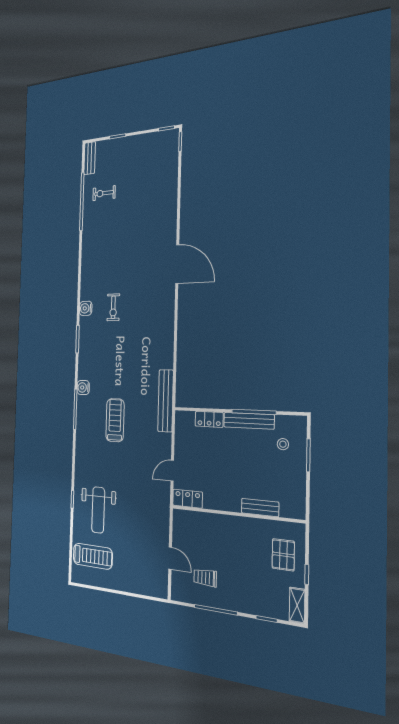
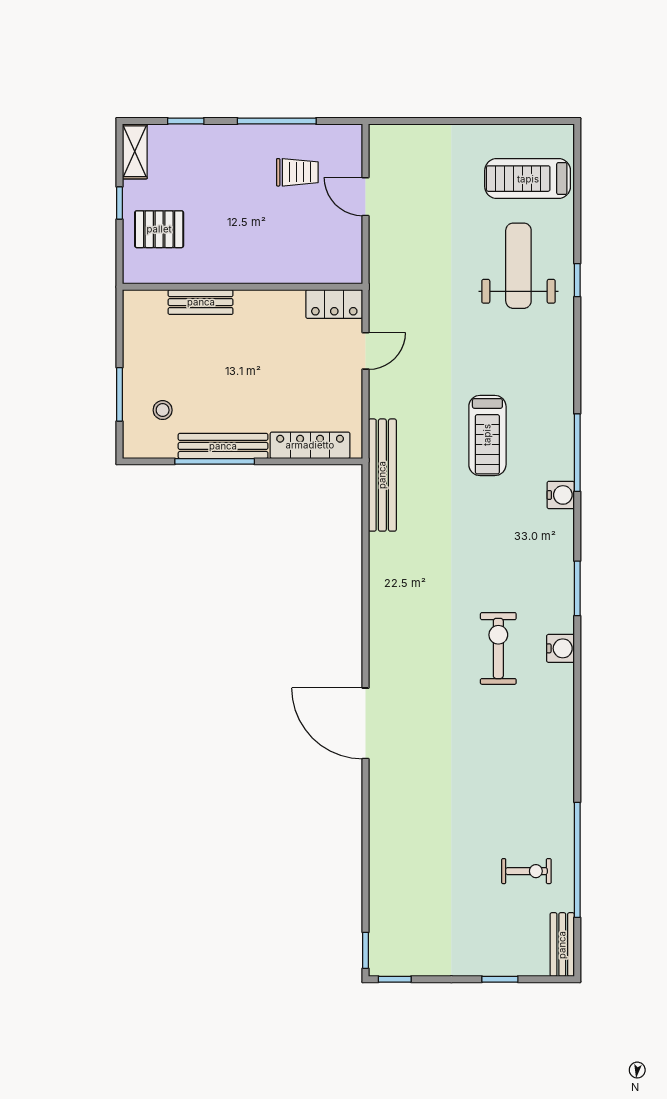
exercise bike: (113, 307) -> (498, 648), width x1.38, depth x1.39
locker: (209, 419) -> (310, 445), width x1.53
pallet: (283, 555) -> (159, 229), turned 90

